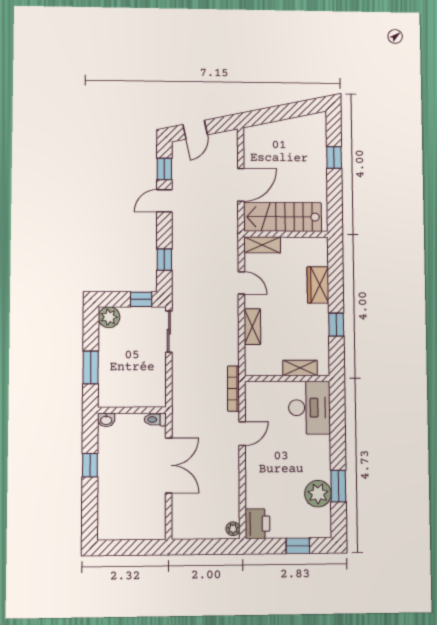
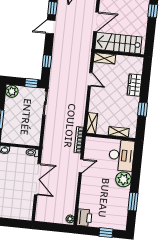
shelving: (252, 327) -> (92, 123), moved
plant: (318, 494) -> (123, 179), moved

